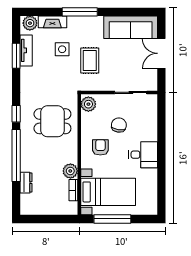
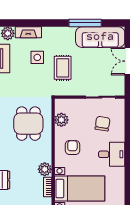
window: (80, 12) -> (85, 23), moved
plant: (88, 104) -> (61, 120), moved
dining table: (52, 121) -> (28, 124), turned 90
chair: (119, 125) -> (103, 124), moved

